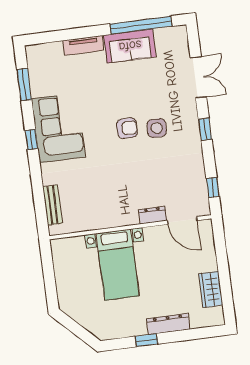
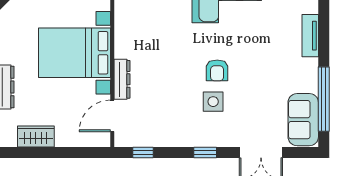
sofa: (130, 46) -> (303, 120), moved
dresser: (153, 215) -> (122, 79), width x1.44
bed with nightstands: (118, 265) -> (75, 53), width x1.36

